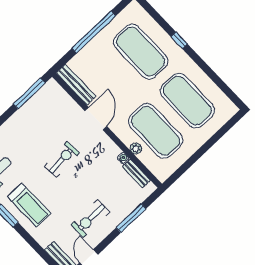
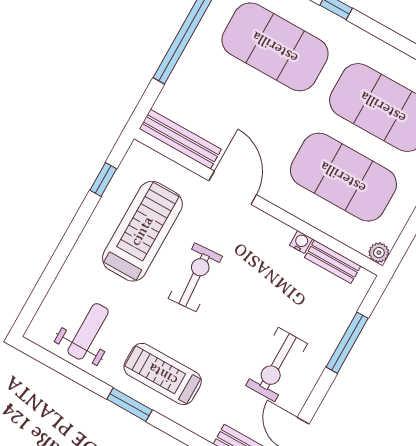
window: (29, 94) -> (103, 179), width x0.46
treadmill: (42, 127) -> (142, 231), added
plant: (136, 149) -> (379, 253), moved
treadmill: (29, 205) -> (163, 374), turned 180

